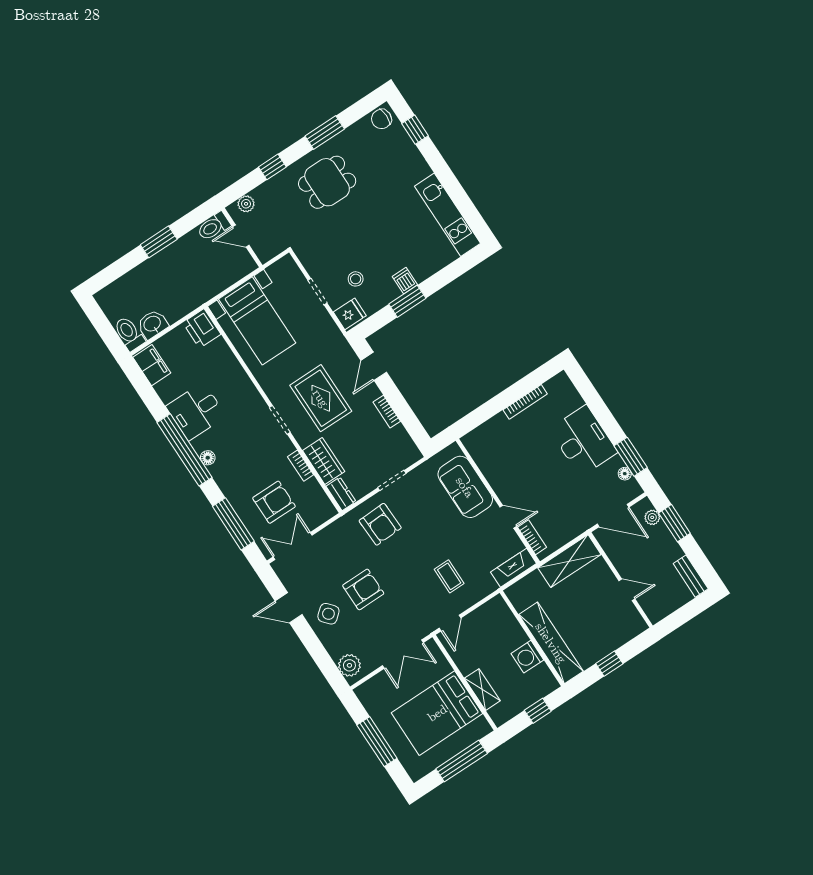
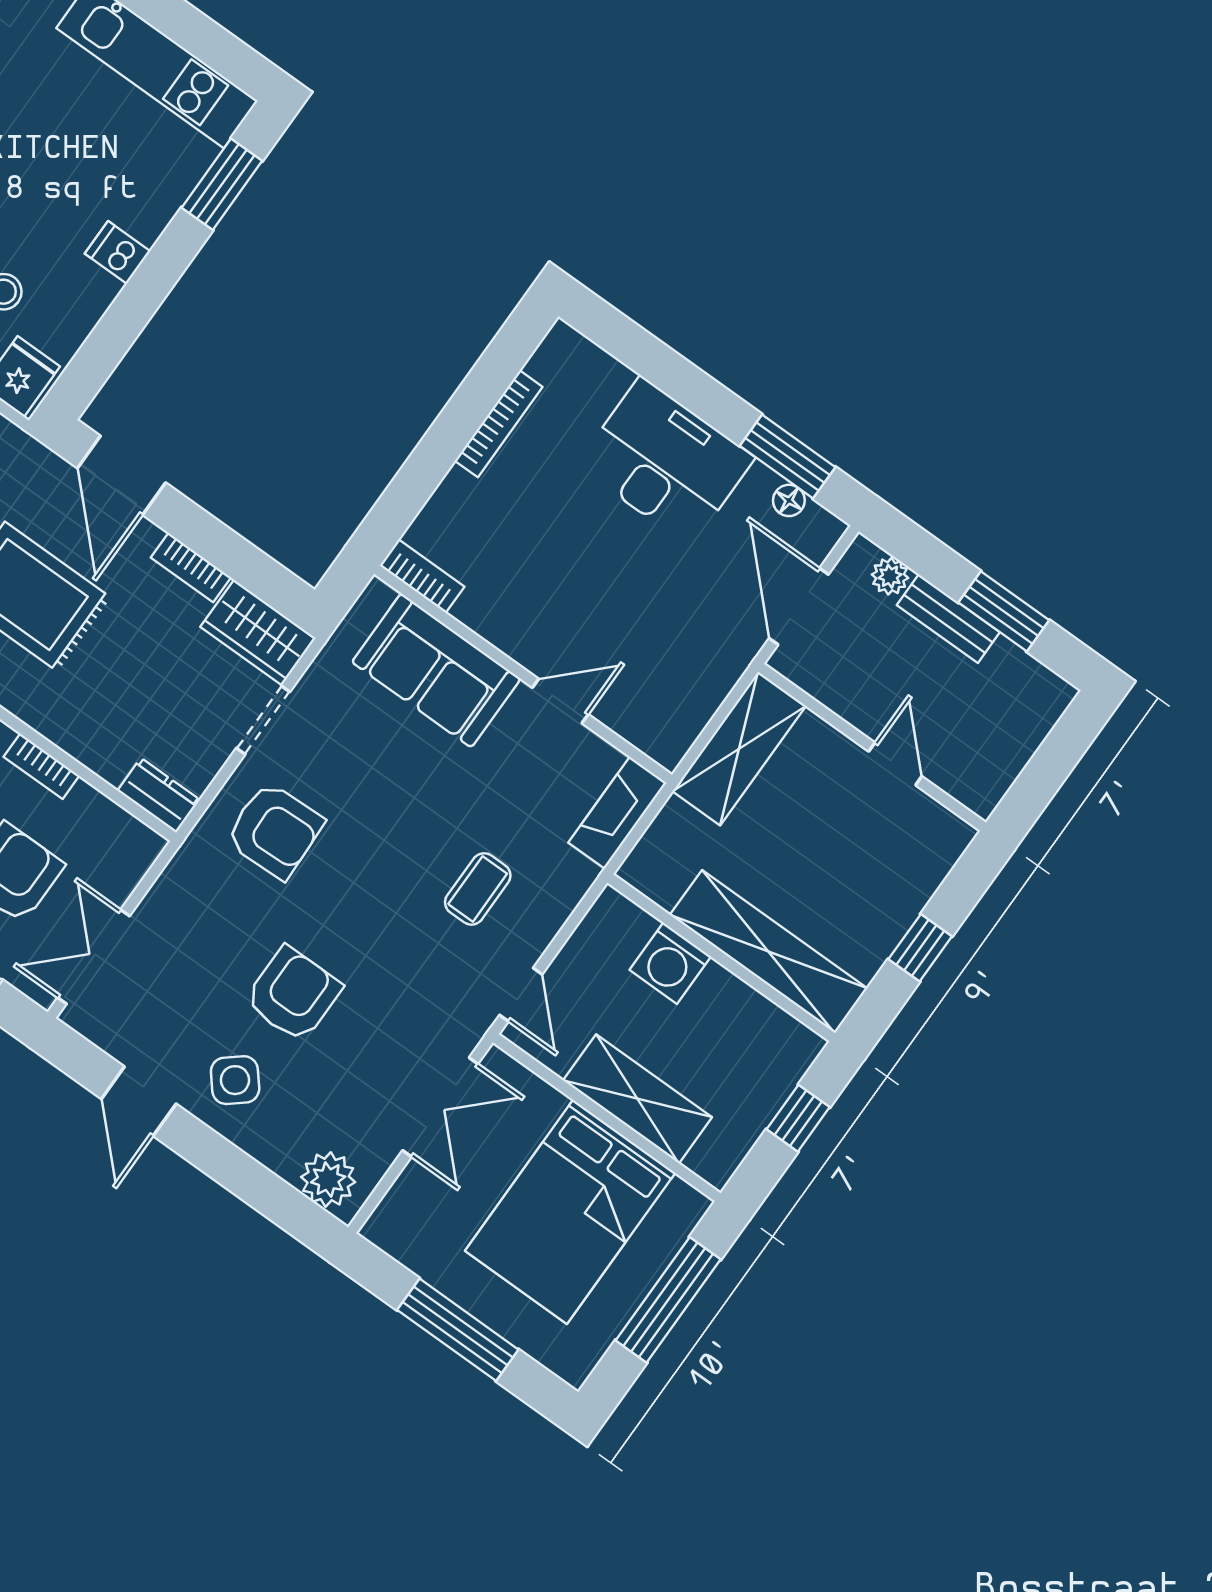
window: (407, 301) -> (222, 184), moved
door: (374, 366) -> (122, 475), width x1.38
wardrobe: (324, 461) -> (258, 633), moved, turned 180
door: (613, 516) -> (799, 606), swing flipped
window: (674, 523) -> (1004, 611), moved
bookcase: (532, 537) -> (422, 576), moved
coffee table: (449, 576) -> (478, 889), turned 90
bench: (691, 576) -> (948, 619), moved
door: (627, 590) -> (895, 764), hinge flipped
door: (289, 608) -> (139, 1101), hinge flipped
washing machine: (527, 657) -> (670, 963), moved
shelving: (482, 690) -> (637, 1099), width x1.50, depth x1.33

